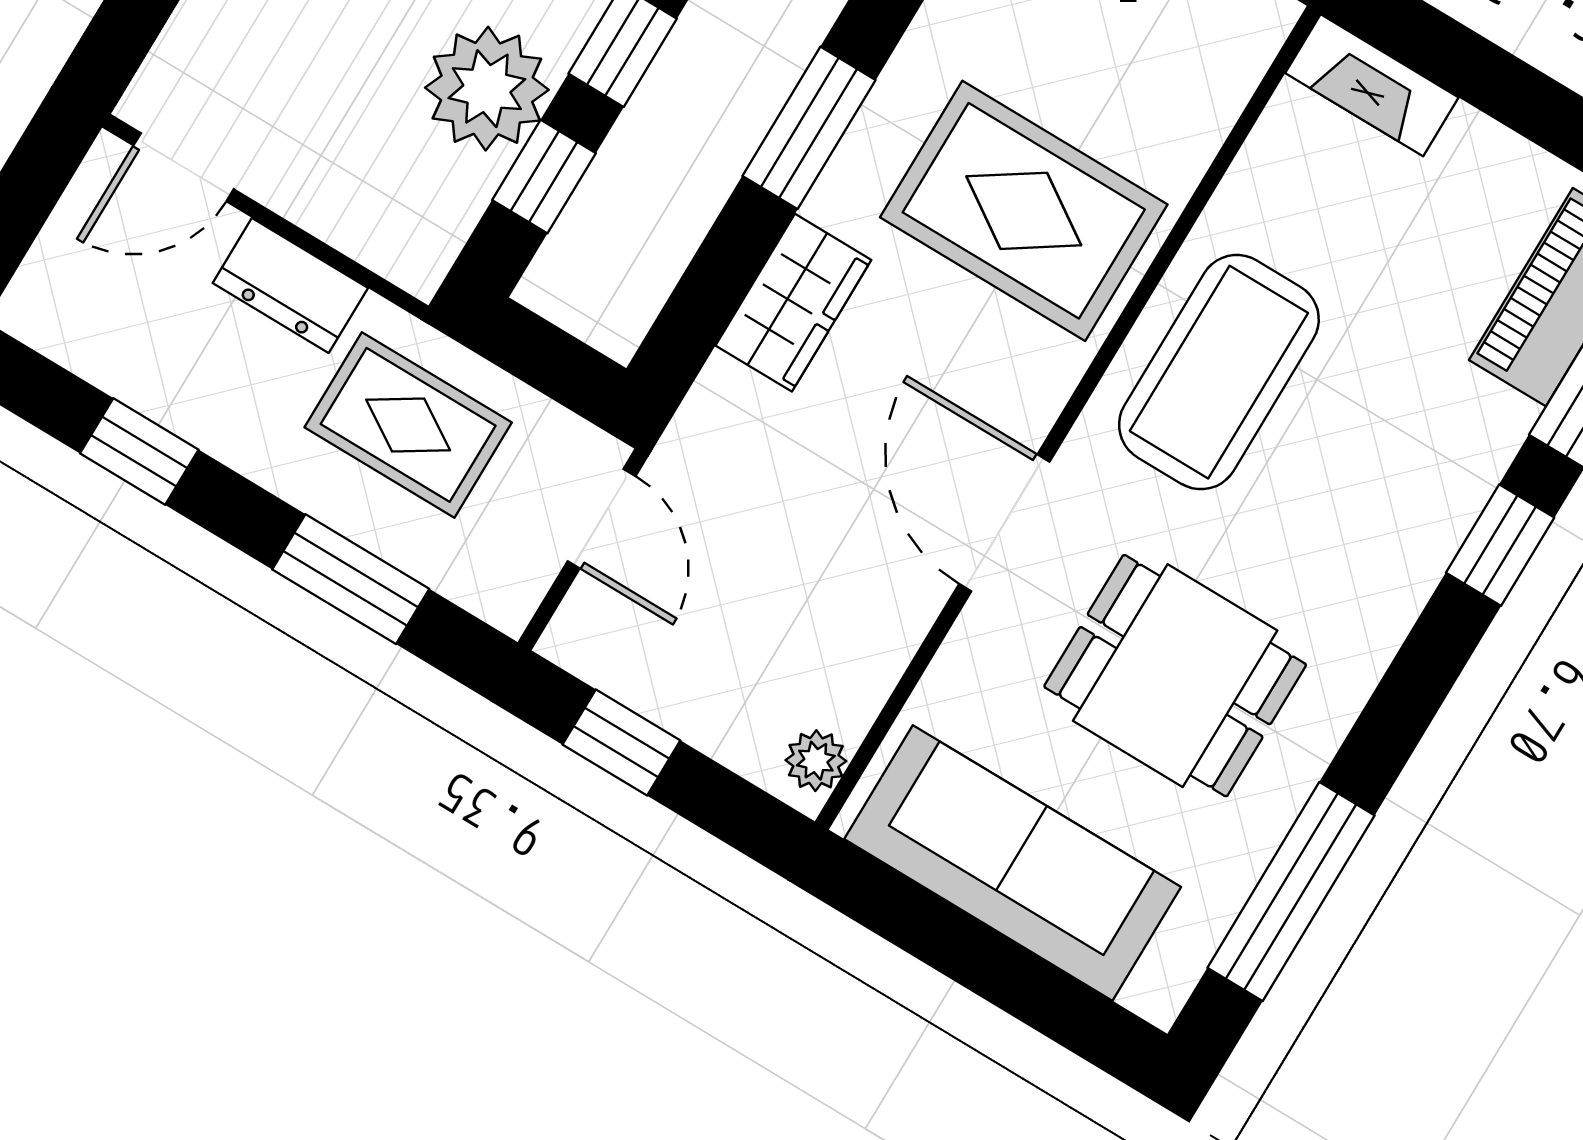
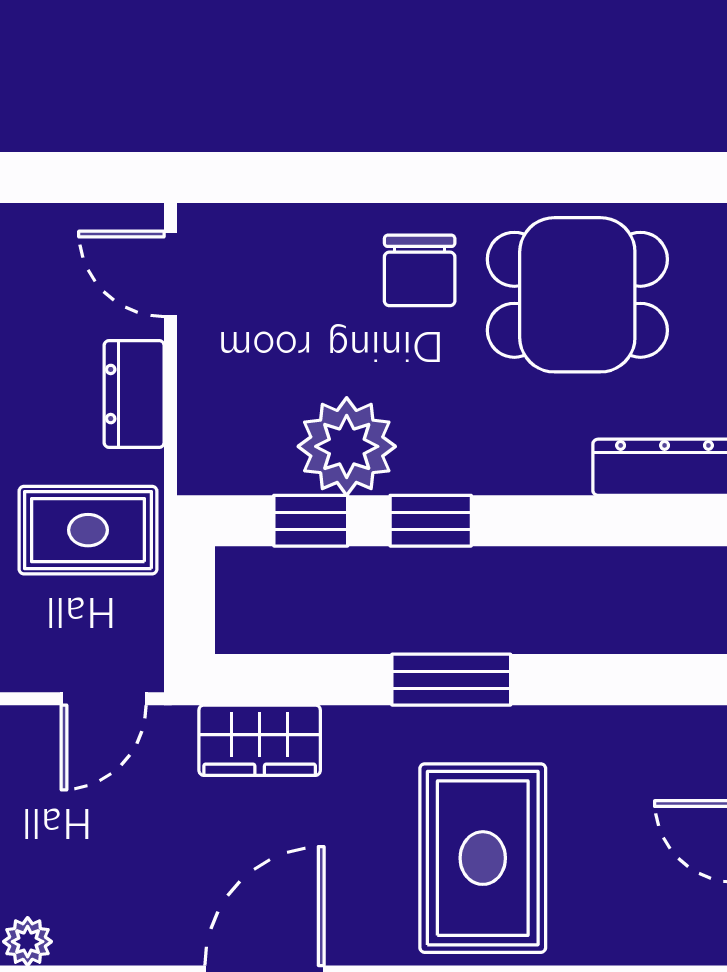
wardrobe: (793, 303) -> (260, 740), moved
rug: (408, 425) -> (88, 530), turned 90

